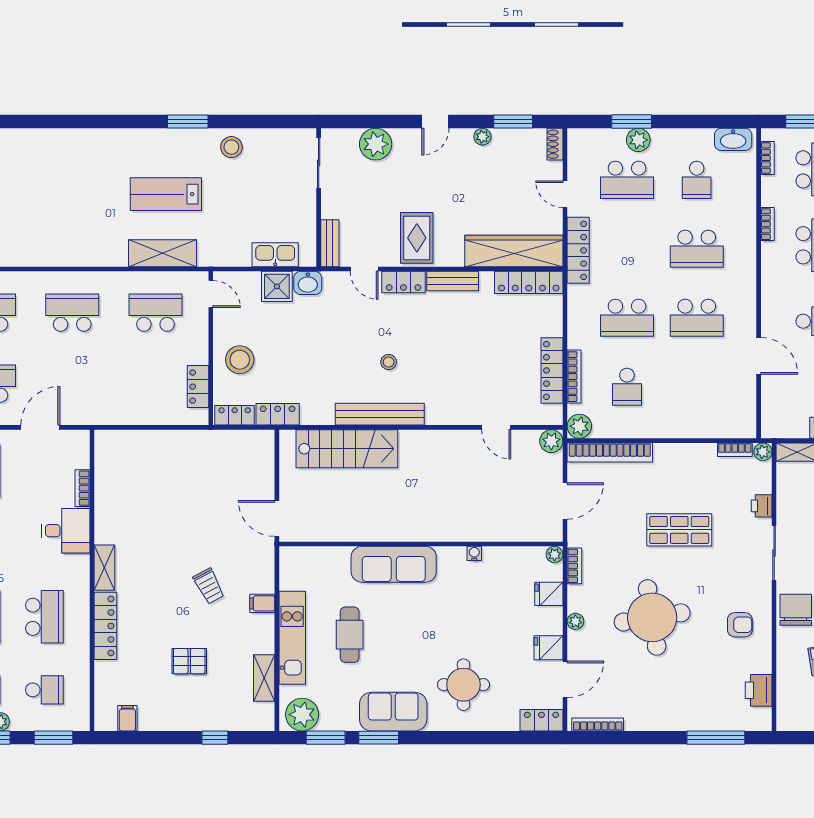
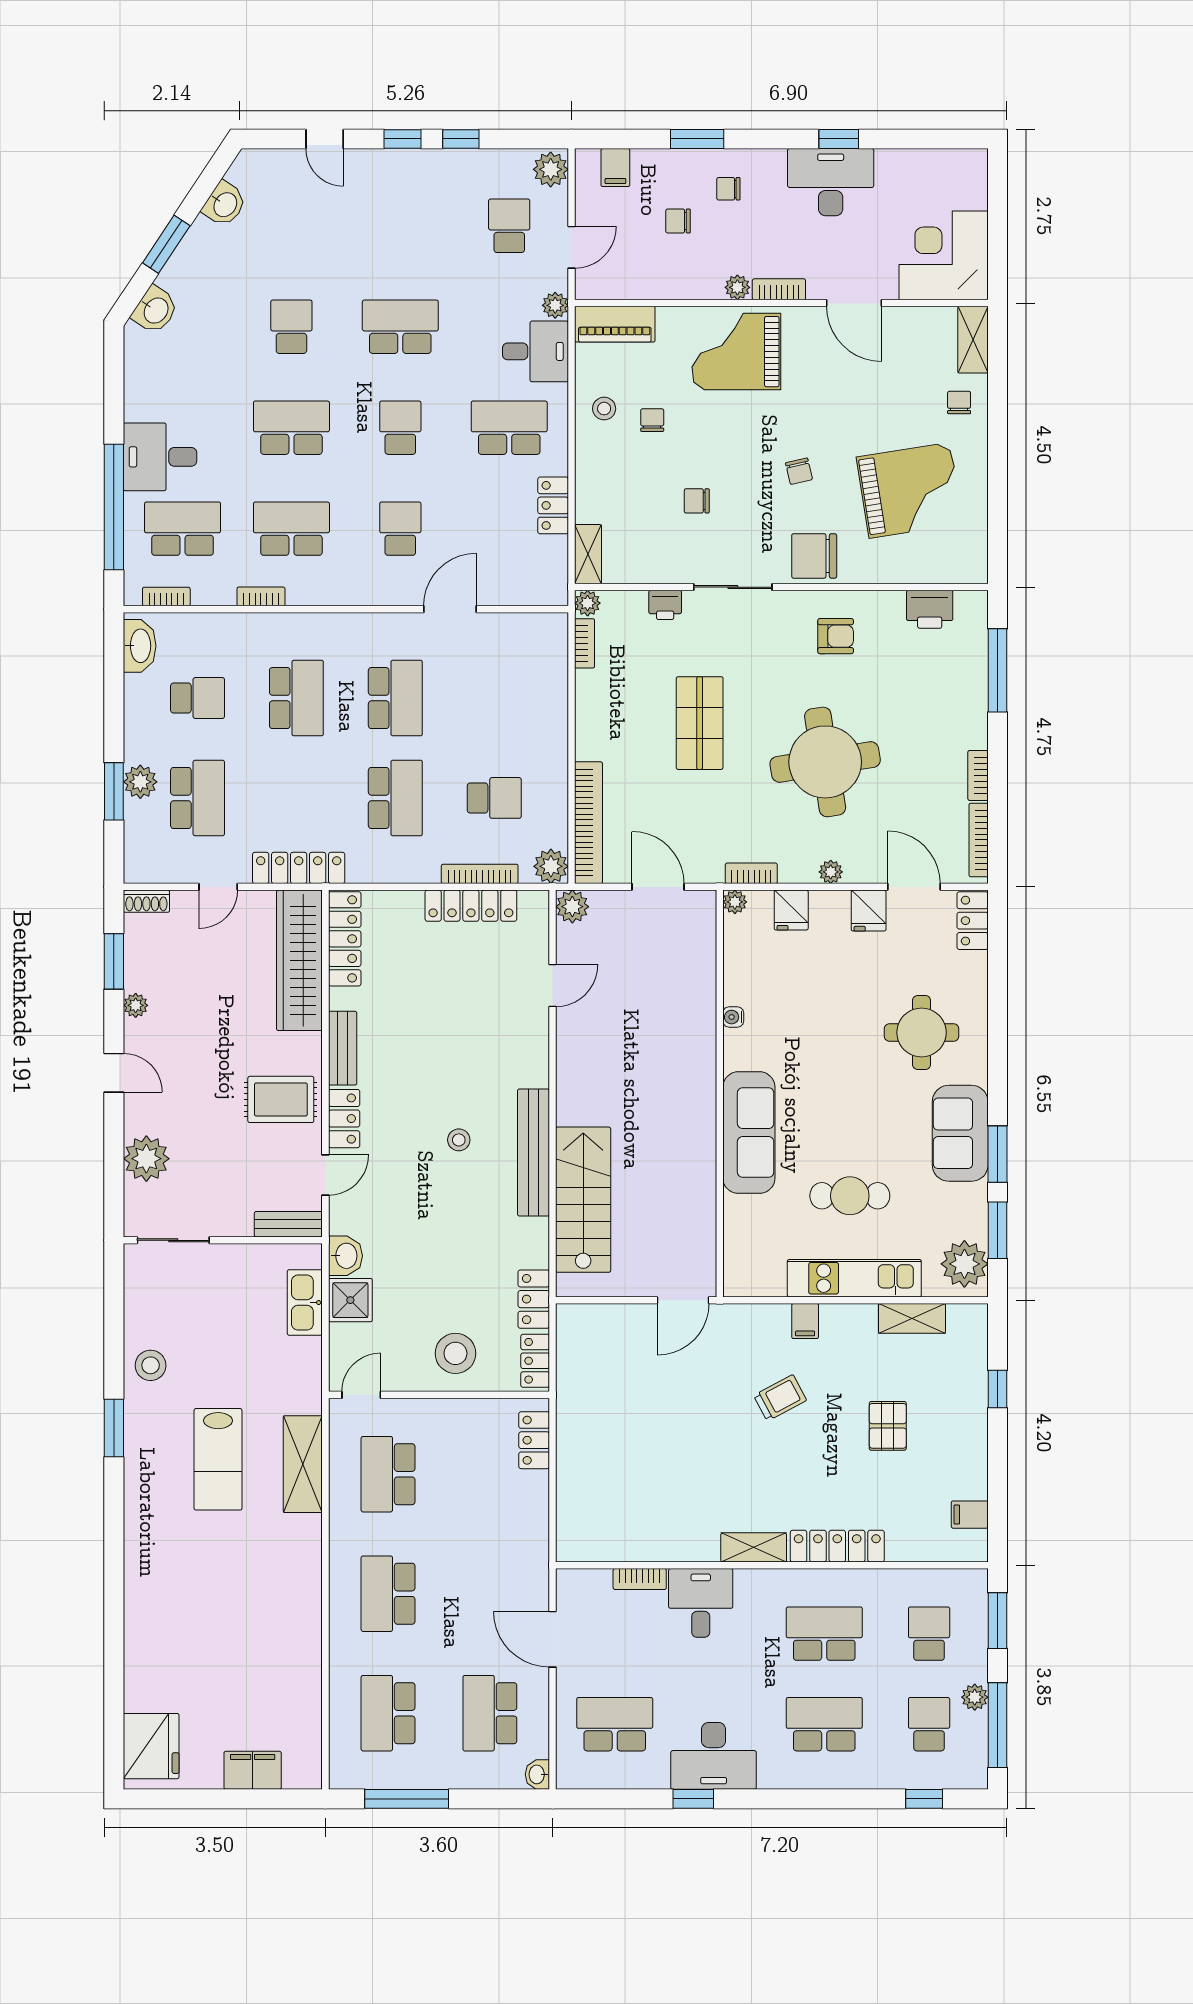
locker: (198, 387) -> (534, 1440), moved, turned 90
armchair: (740, 625) -> (836, 636), turned 90
bookcase: (643, 724) -> (978, 775), added

